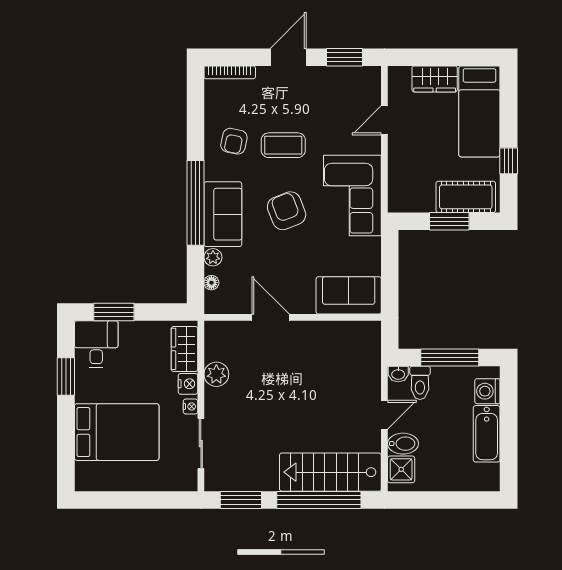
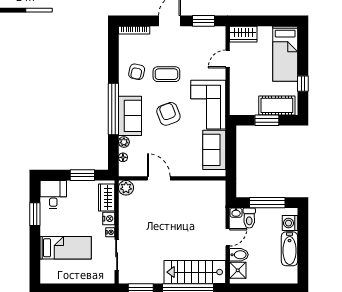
wardrobe: (435, 79) -> (243, 34), moved
sofa: (349, 295) -> (214, 150), moved, turned -90
window: (114, 312) -> (82, 175), moved
plant: (216, 374) -> (126, 188), moved
bed: (117, 432) -> (66, 248), width x0.67

